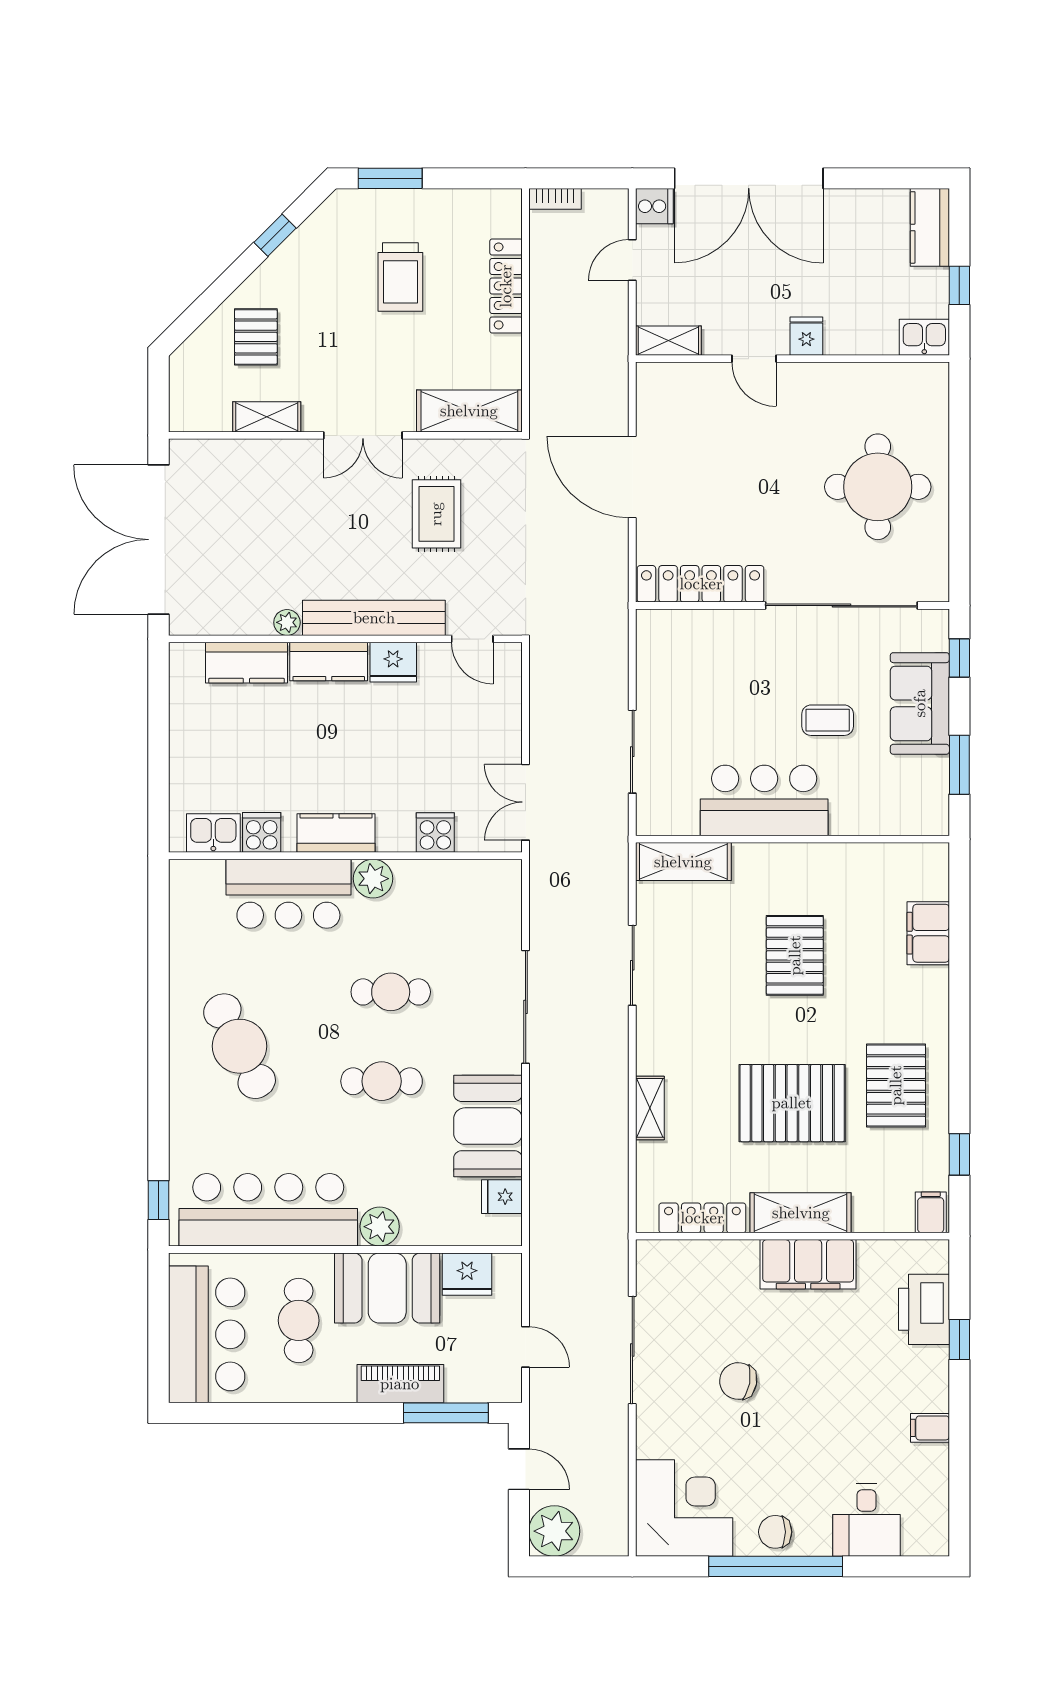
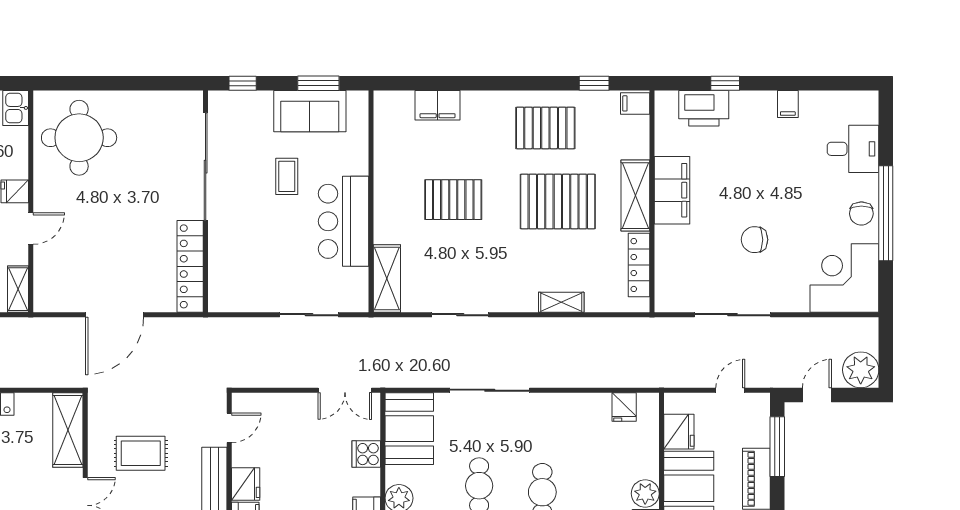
round table: (878, 487) -> (79, 138), moved
sofa: (920, 703) -> (310, 111), moved
pallet: (792, 1103) -> (558, 201), turned 90
booth: (488, 1126) -> (409, 429), moved, turned 90
chair: (738, 1381) -> (755, 240), turned 80

